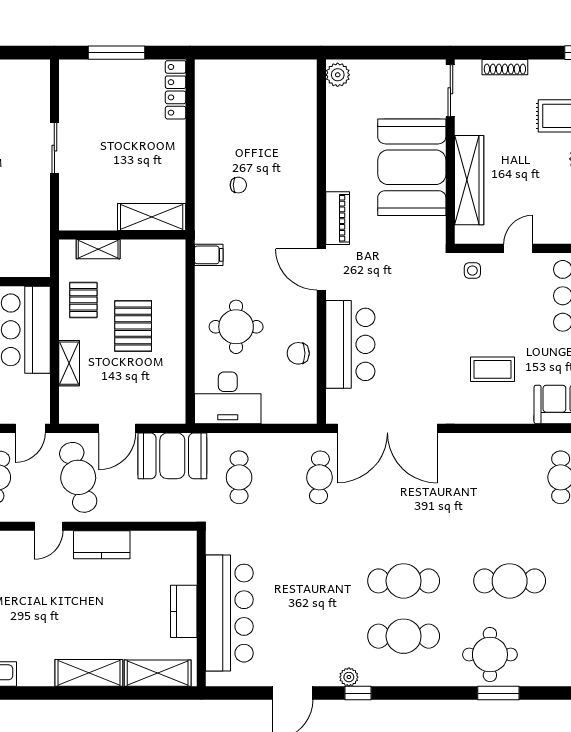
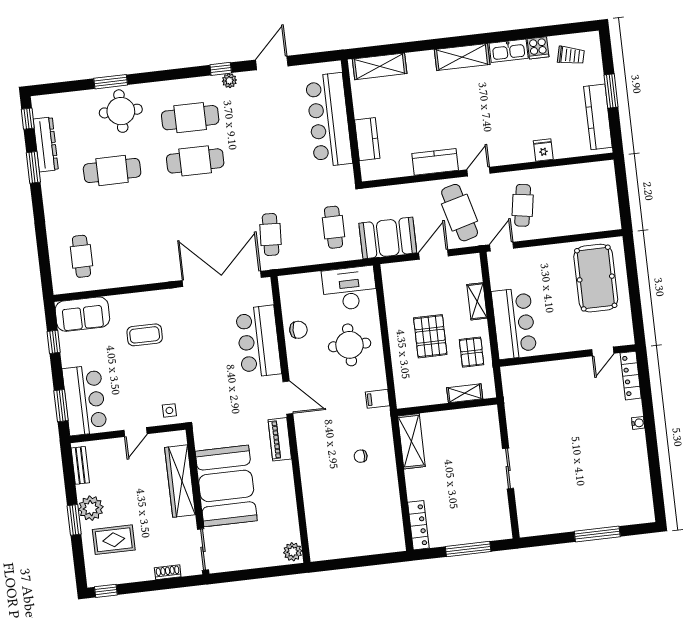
shoe rack: (505, 67) -> (168, 572), width x0.70
shelving: (152, 217) -> (411, 441), moved, turned 90
kitchen counter: (184, 611) -> (367, 139), moved
shelving: (89, 673) -> (462, 57), moved

